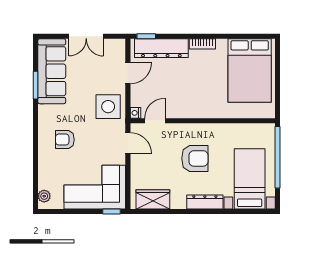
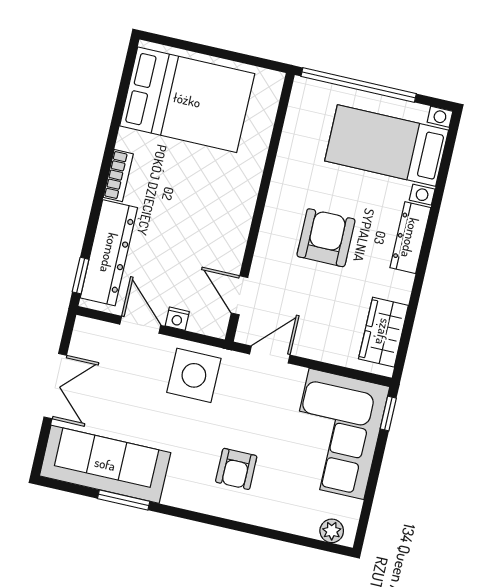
nightstand: (135, 113) -> (177, 319), moved

